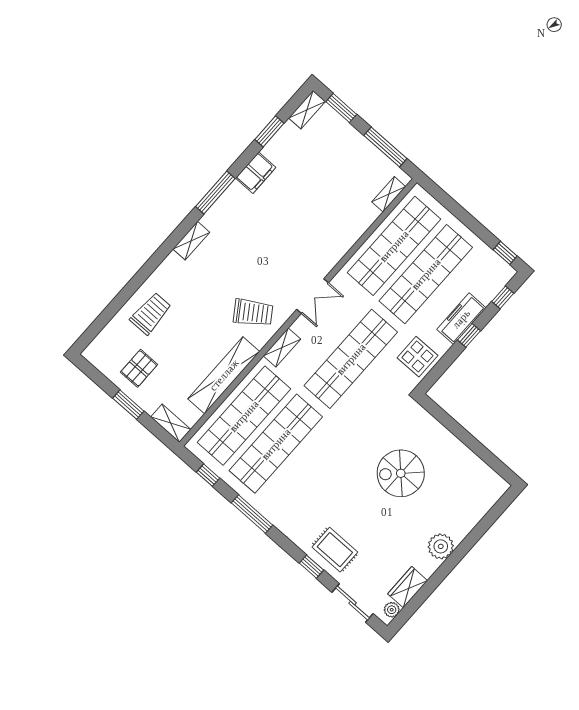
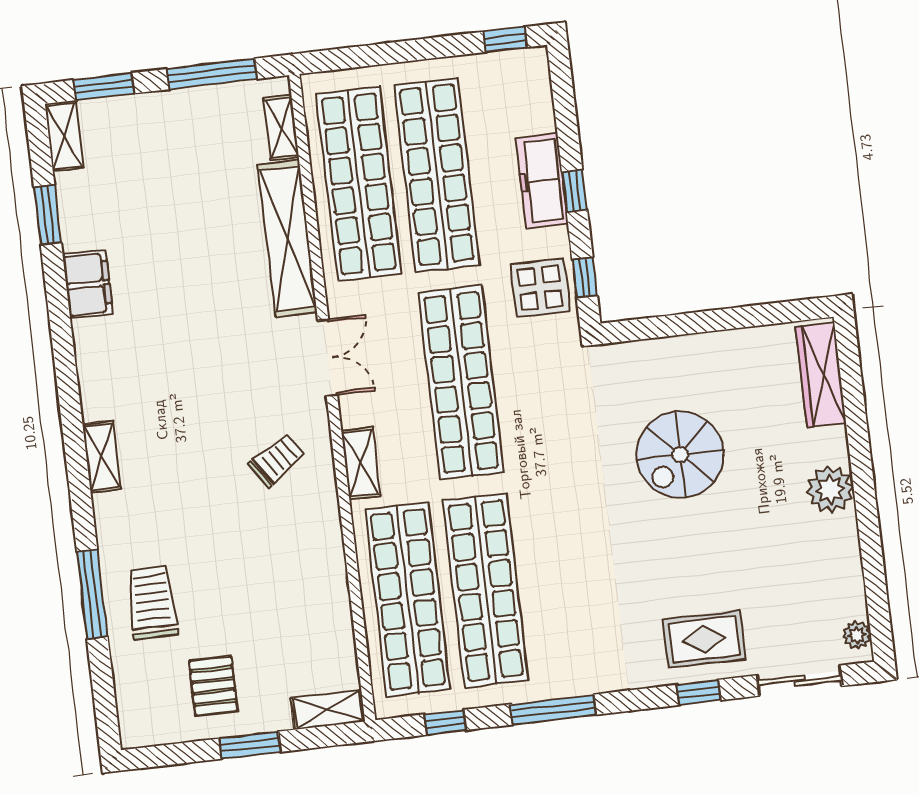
window: (215, 193) -> (92, 594), moved
window: (503, 297) -> (585, 278), moved
trolley: (253, 313) -> (277, 460), width x0.73, depth x0.72
shelving: (224, 375) -> (287, 239), moved
wardrobe: (408, 587) -> (821, 375), moved, width x1.50

